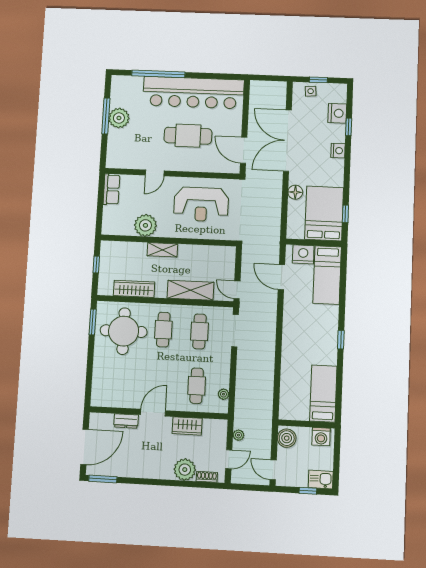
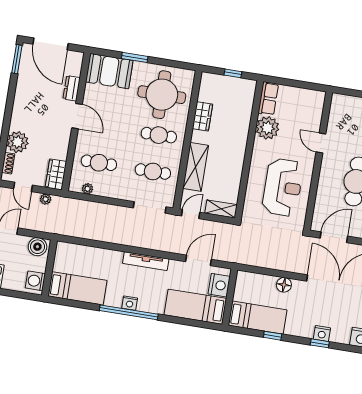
window: (349, 127) -> (320, 343), moved
row of seats: (111, 189) -> (268, 99), moved, turned -90
reception desk: (201, 204) -> (283, 187), turned 180
bed: (324, 213) -> (258, 318), width x0.67
window: (345, 214) -> (273, 336), moved
shelving: (162, 250) -> (221, 209), moved, turned 90
wardrobe: (134, 289) -> (202, 116), width x0.67
window: (93, 322) -> (135, 57), moved
tv unit: (288, 329) -> (146, 261), added
nightstand: (332, 340) -> (130, 303), added
window: (341, 340) -> (129, 312), width x3.17
booth: (106, 385) -> (109, 71), added
wardrobe: (187, 426) -> (56, 174), moved

